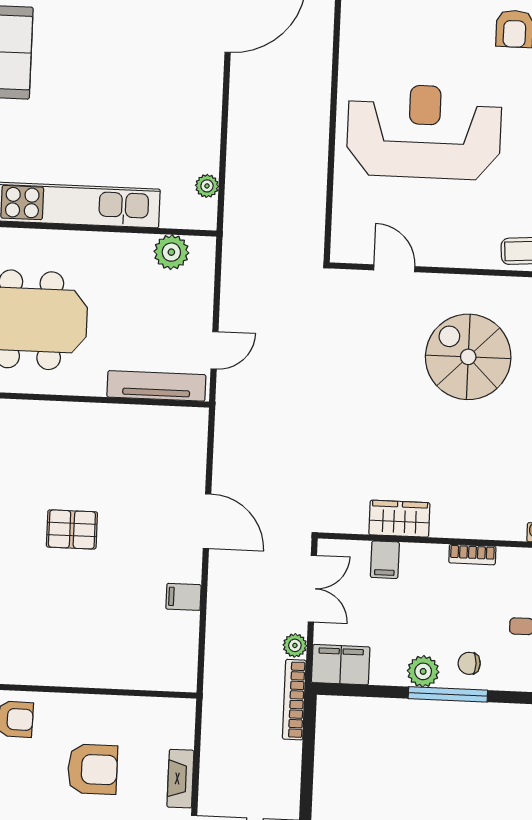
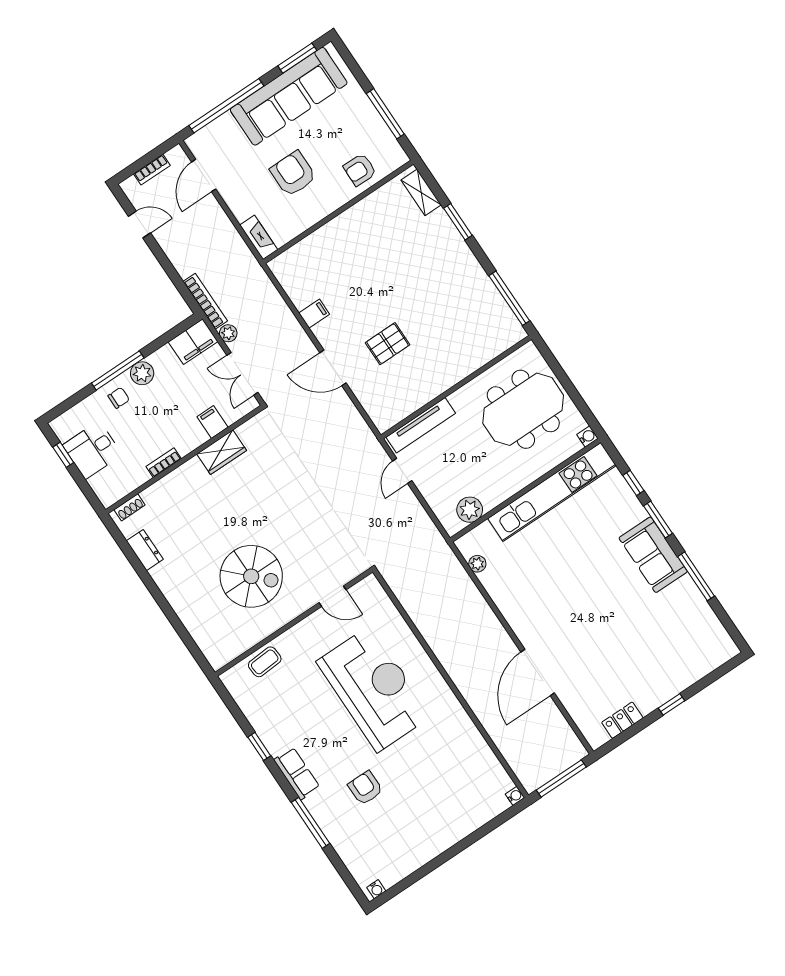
reception desk: (424, 132) -> (374, 689), turned -90
pallet: (72, 529) -> (388, 344), moved
armchair: (92, 769) -> (293, 174), turned 90
fireplace: (180, 779) -> (259, 237), moved

